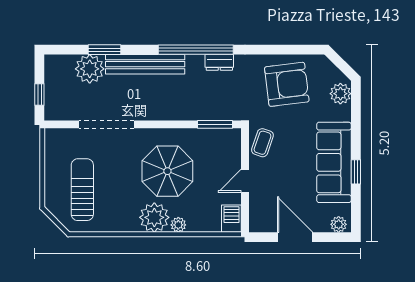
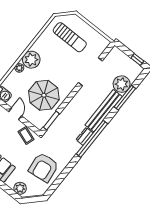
window: (105, 50) -> (125, 98), width x1.44
dresser: (219, 62) -> (85, 136), moved
window: (39, 95) -> (137, 60), moved
parasol: (167, 171) -> (44, 95), moved

